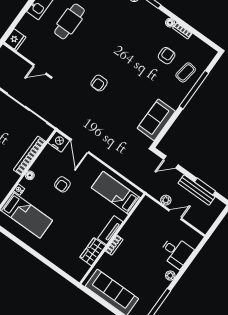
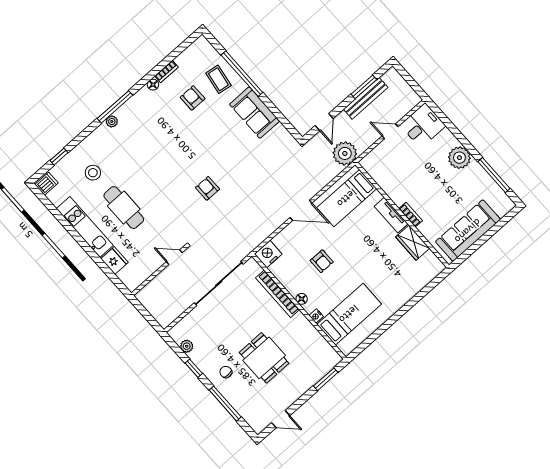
fridge: (15, 40) -> (114, 261), moved
door: (40, 69) -> (174, 257), swing flipped
armchair: (99, 83) -> (207, 188), turned 180
sofa: (156, 120) -> (255, 113), moved
door: (80, 146) -> (301, 210), moved
plant: (166, 200) -> (345, 153), moved, width x1.87, depth x1.87
door: (175, 215) -> (390, 131), hinge flipped
desk: (176, 252) -> (423, 125), moved
plant: (170, 276) -> (459, 158), width x1.88, depth x1.88

